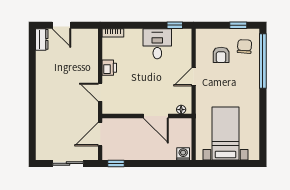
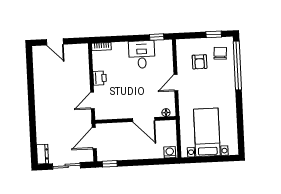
dresser: (42, 39) -> (42, 154), moved
door: (100, 92) -> (92, 101), hinge flipped

